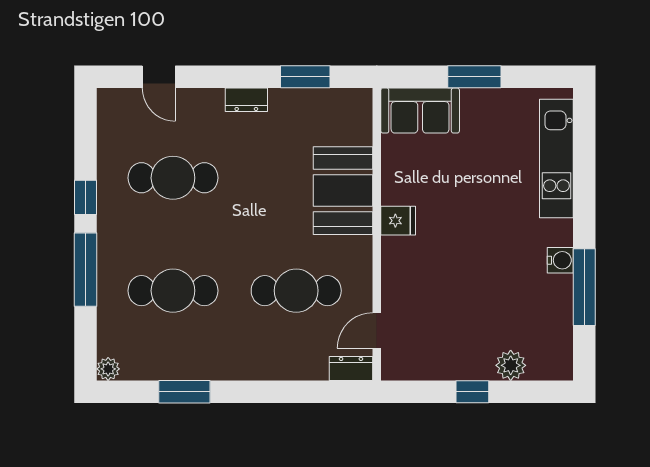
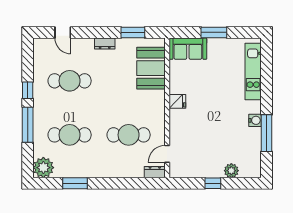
booth: (343, 191) -> (151, 68), moved
plant: (108, 369) -> (43, 168), width x1.88, depth x1.88

